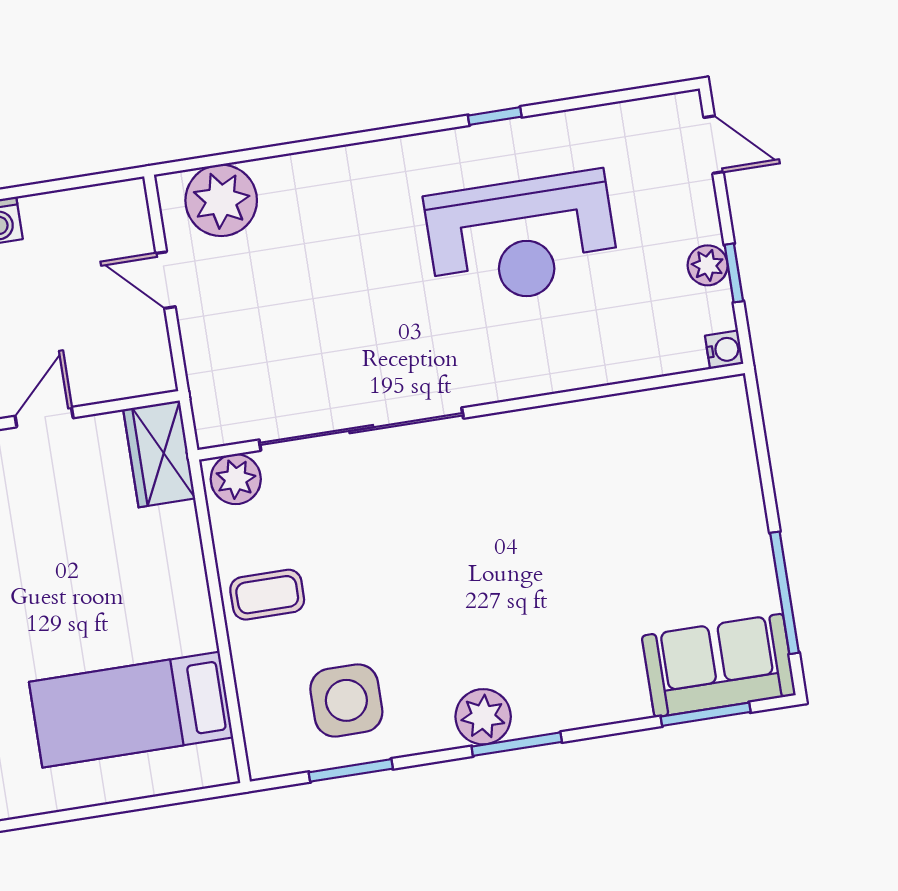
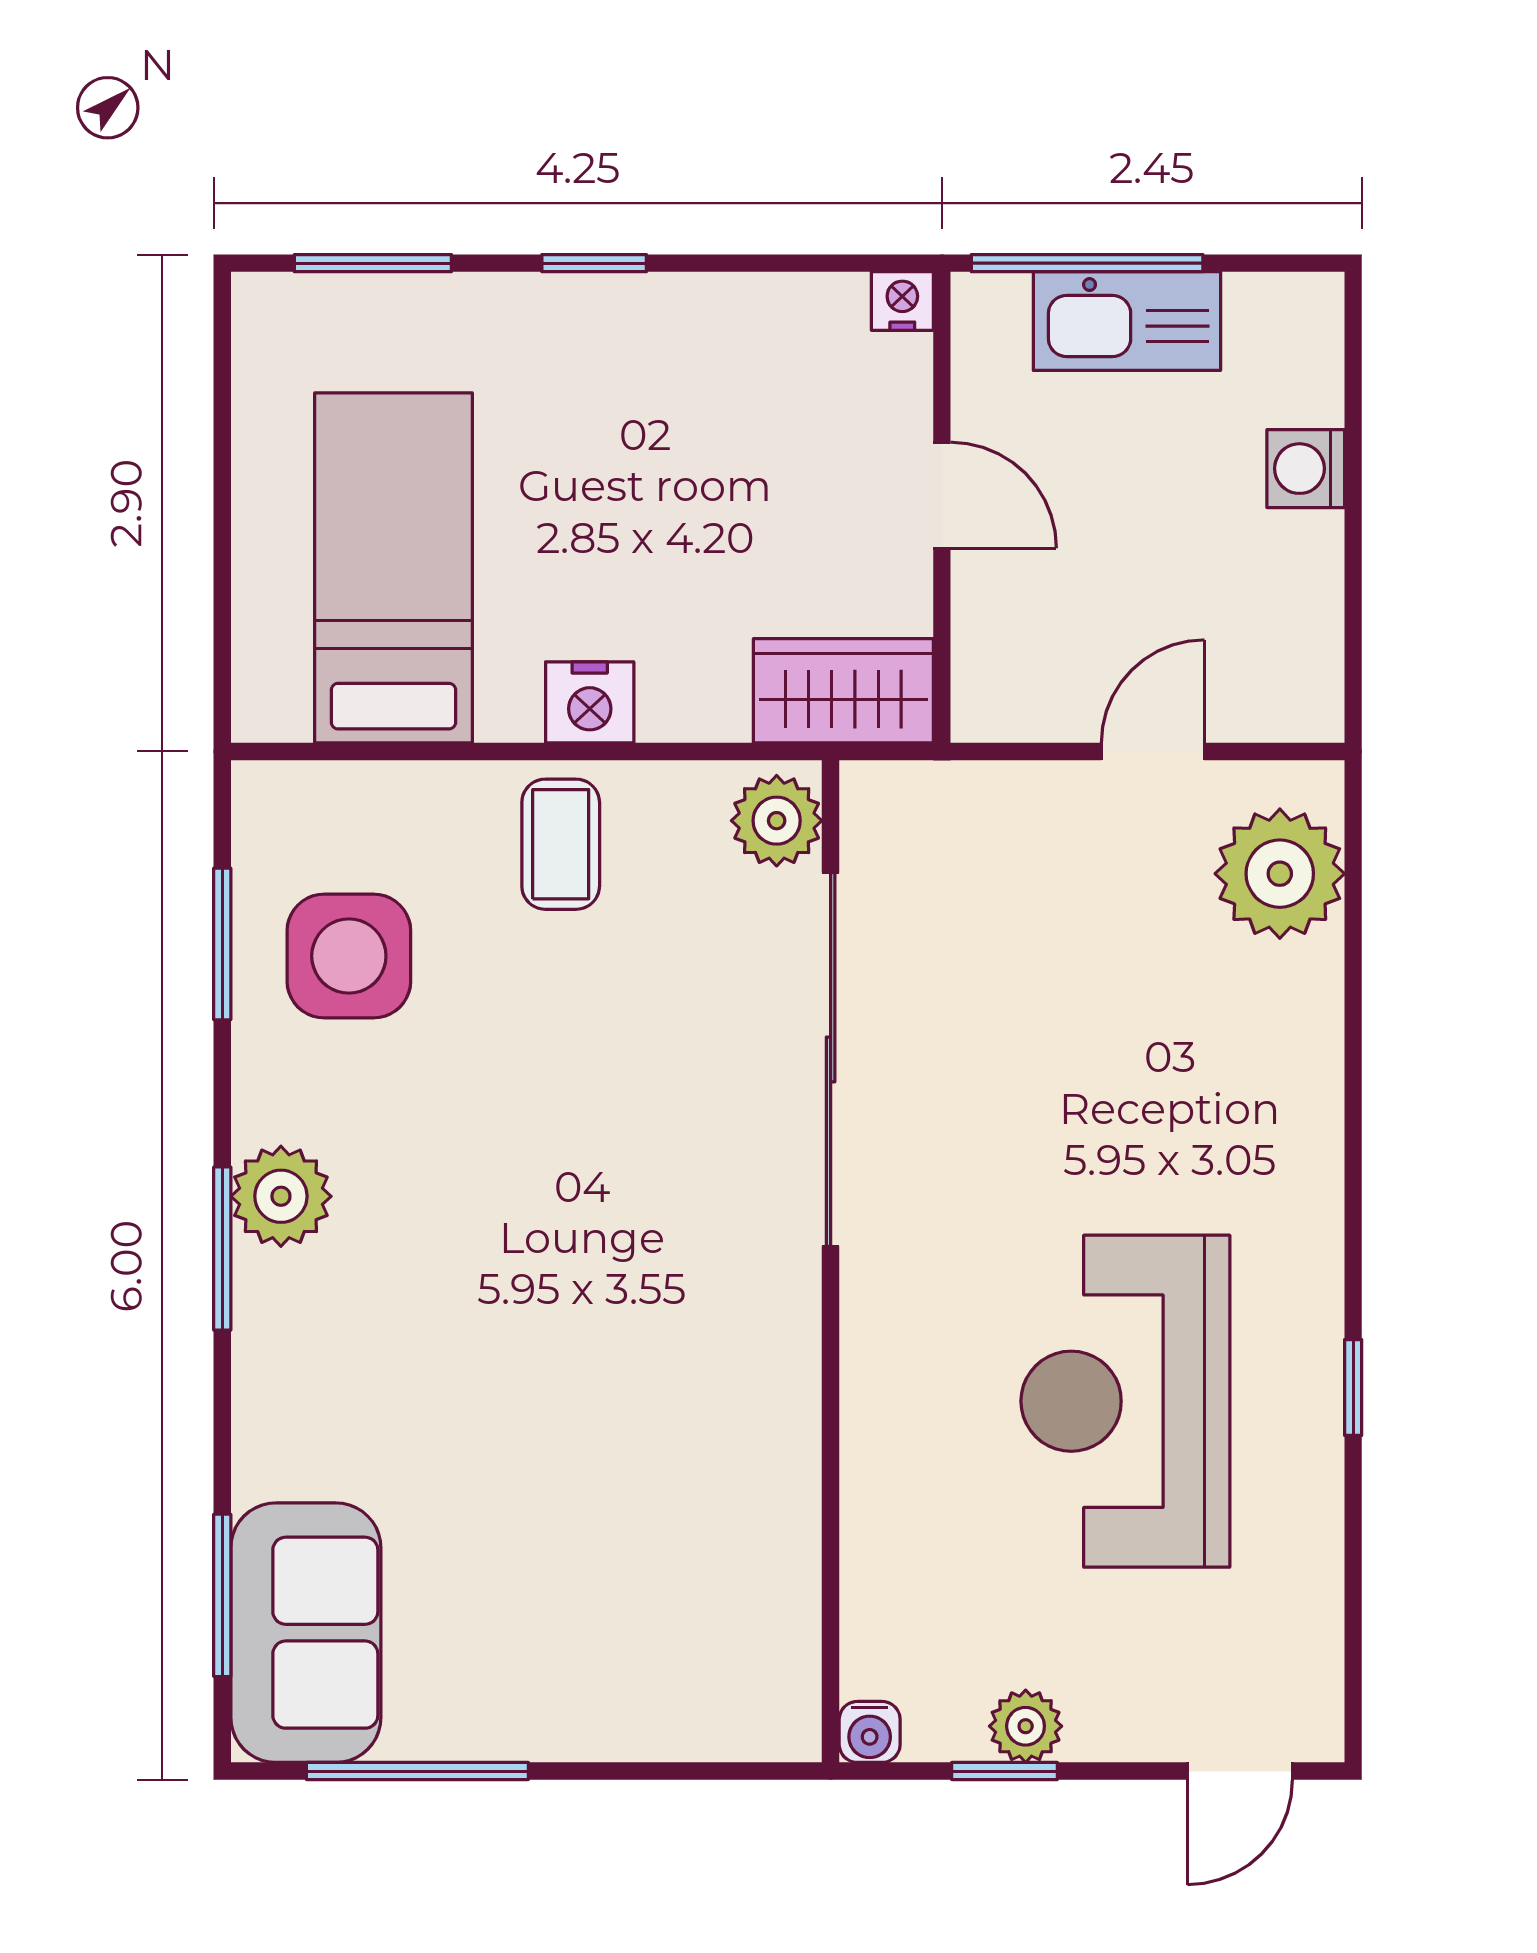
nightstand: (187, 591) -> (590, 702), added

